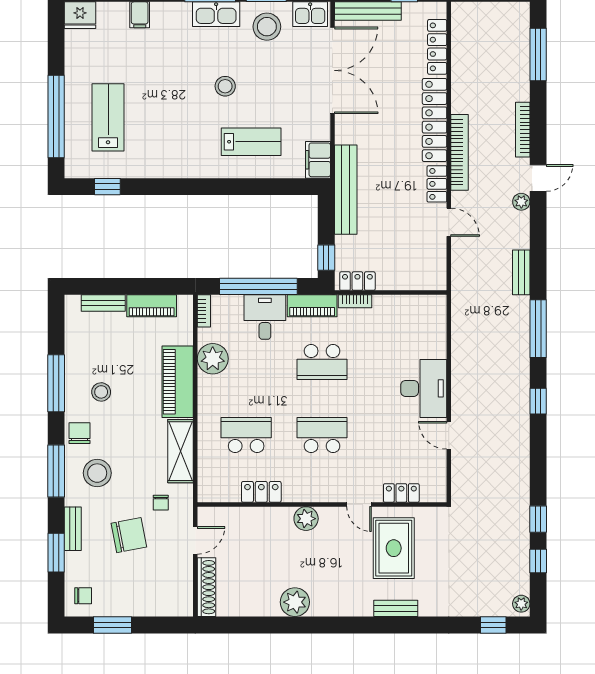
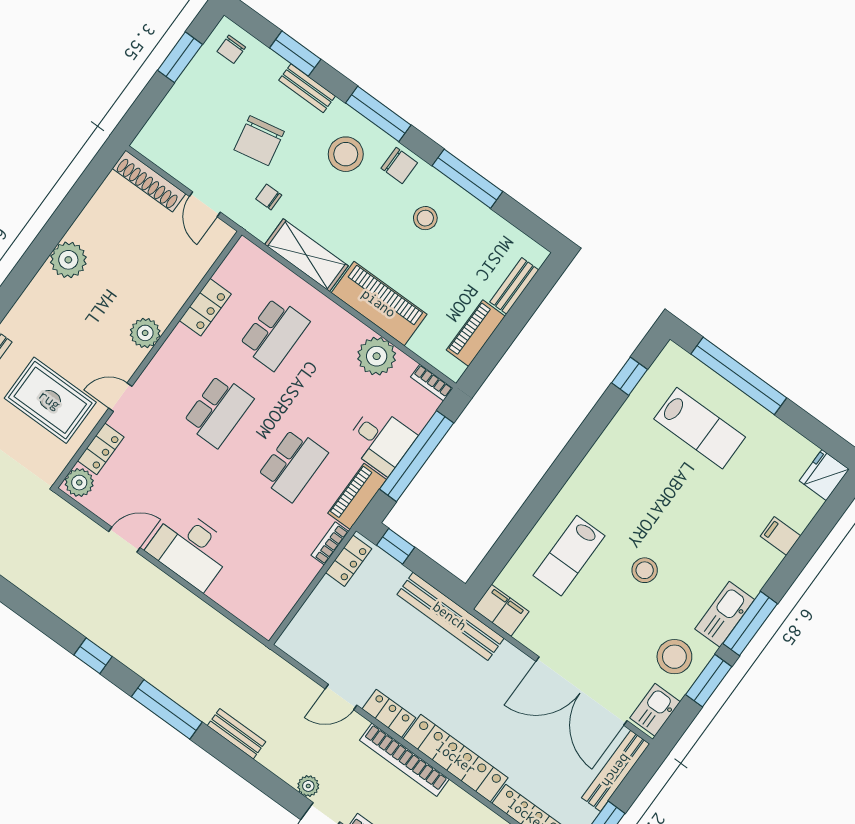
school desk: (322, 362) -> (293, 465), turned 180
plant: (433, 491) -> (79, 483), added

